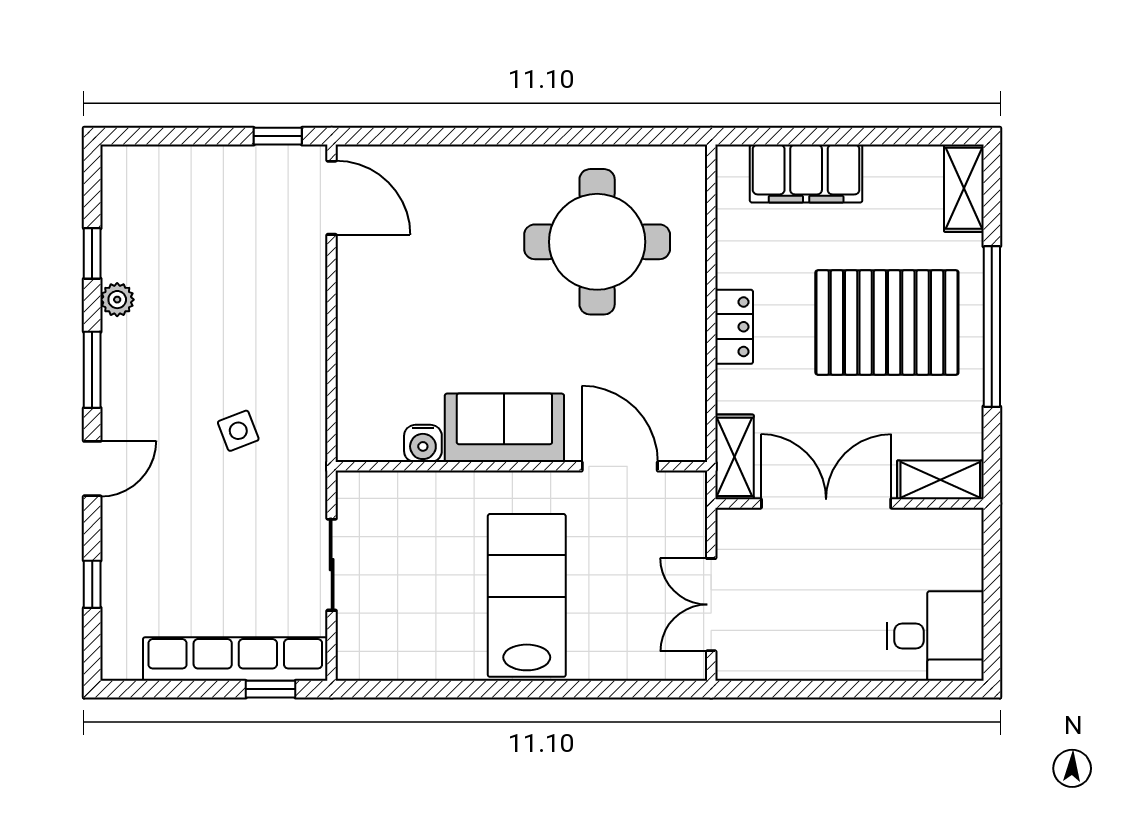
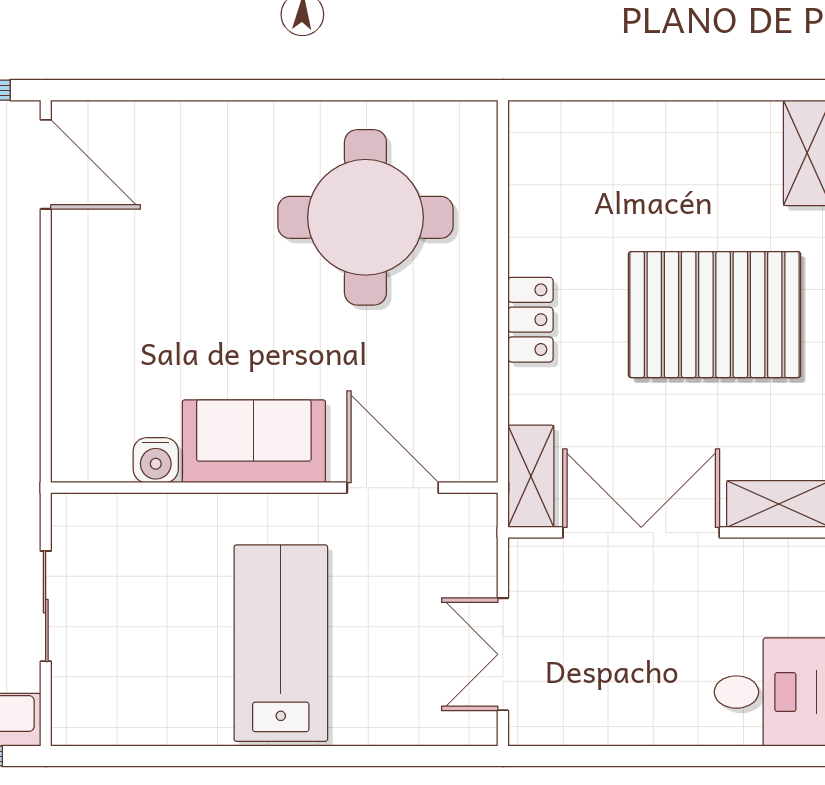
filing cabinet: (806, 174) -> (617, 135), removed

